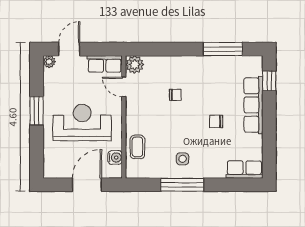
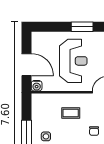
coffee table: (137, 147) -> (71, 113), moved
water cooler: (115, 158) -> (37, 86), moved

